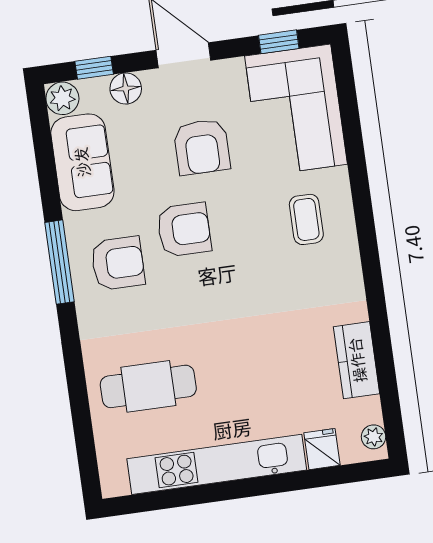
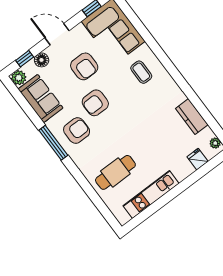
armchair: (184, 230) -> (95, 103), turned 180
kitchen unit: (217, 464) -> (151, 195), width x0.73

